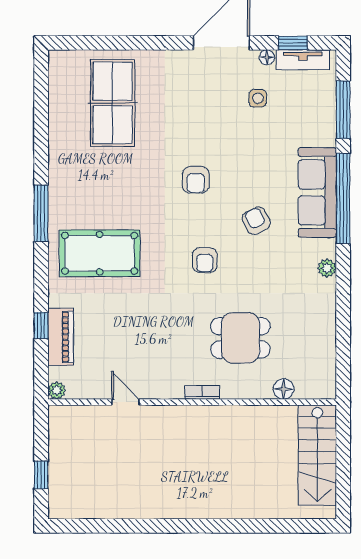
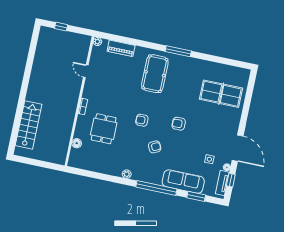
window: (343, 110) -> (196, 196), width x0.69
sofa: (317, 193) -> (183, 182), moved
window: (41, 325) -> (128, 41), removed
door: (125, 402) -> (86, 71), swing flipped
stairs: (317, 455) -> (29, 125), moved, turned 90

